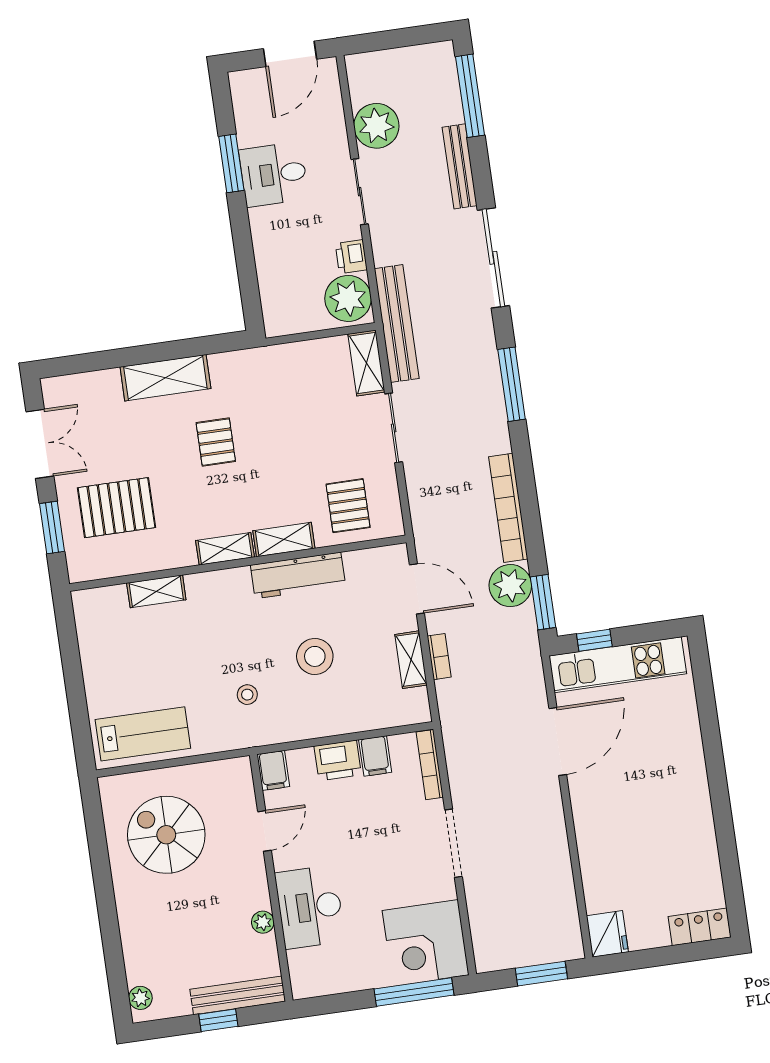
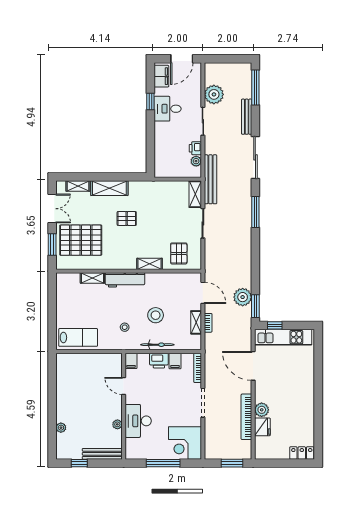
filing cabinet: (248, 101) -> (161, 76), added
window: (231, 163) -> (150, 101), width x0.67
plant: (348, 298) -> (196, 161), width x0.53, depth x0.53
pallet: (216, 442) -> (127, 218), turned 90
pallet: (116, 508) -> (81, 240), width x1.37, depth x1.41
bookcase: (508, 508) -> (246, 417), moved
shelving: (225, 549) -> (78, 186), moved
workbench: (298, 575) -> (125, 280), moved
bicycle: (329, 724) -> (157, 345), added
door: (558, 741) -> (253, 366), swing flipped
door: (264, 831) -> (124, 386), swing flipped
spiral stairs: (166, 835) -> (82, 382), removed
plant: (592, 840) -> (262, 410), added
fridge: (607, 934) -> (262, 427), moved
window: (414, 992) -> (163, 463), moved
plant: (140, 998) -> (61, 428), moved
window: (218, 1020) -> (79, 463), moved

